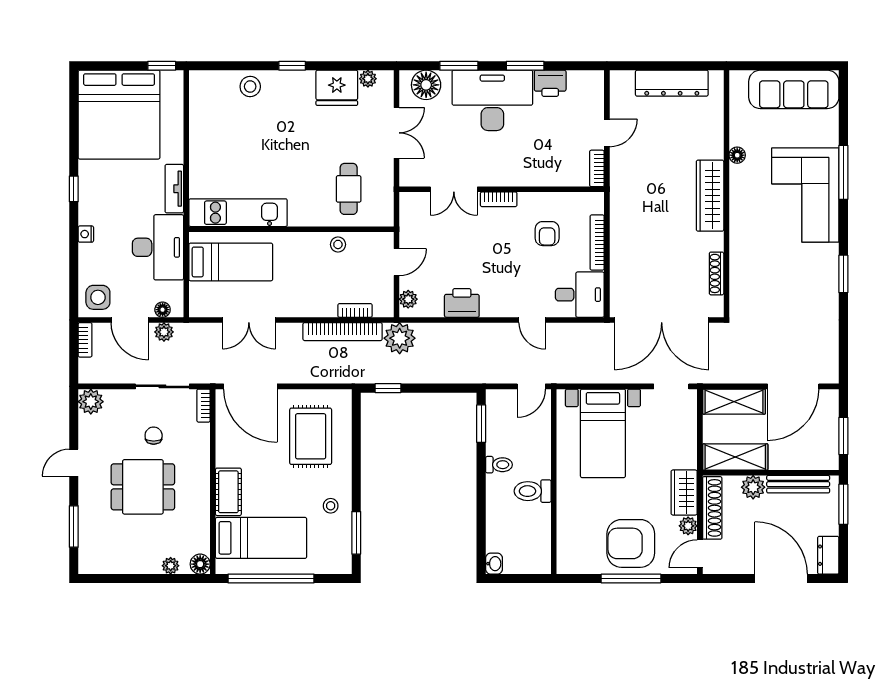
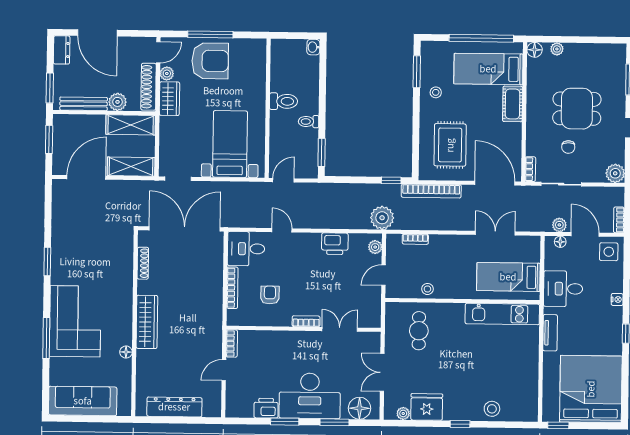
desk: (158, 247) -> (563, 289), width x0.73
bookcase: (343, 332) -> (431, 191), moved, turned 180

